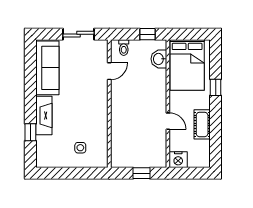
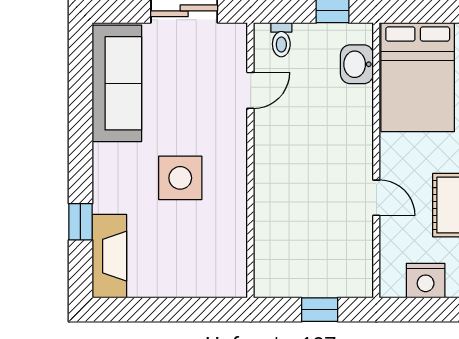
fireplace: (44, 115) -> (109, 256), moved
side table: (80, 148) -> (180, 178), moved, width x1.87, depth x1.87
nightstand: (178, 160) -> (426, 281), moved

